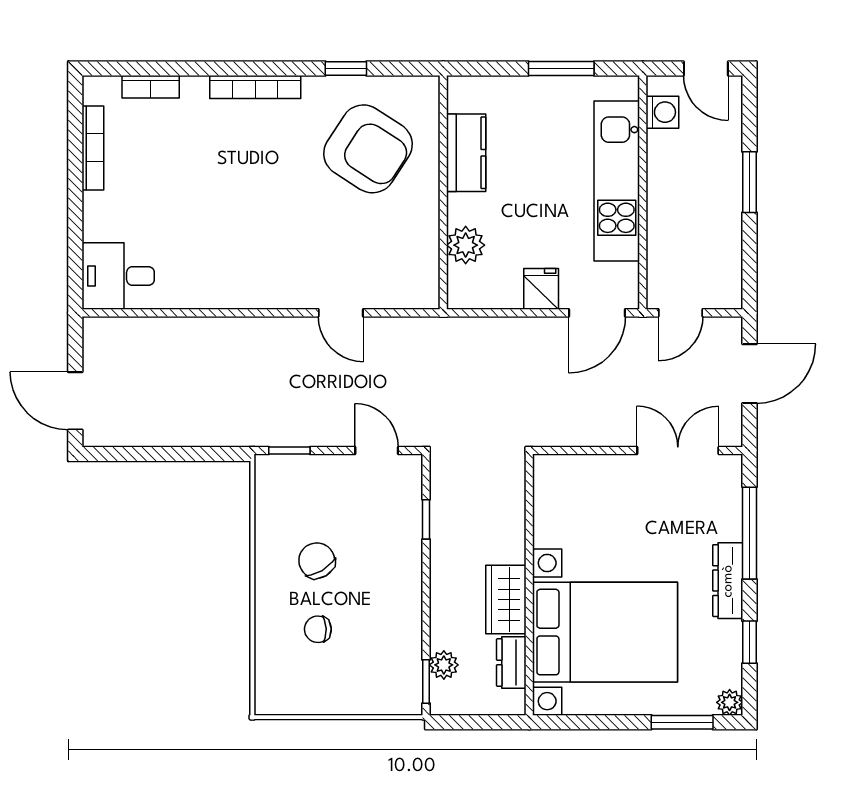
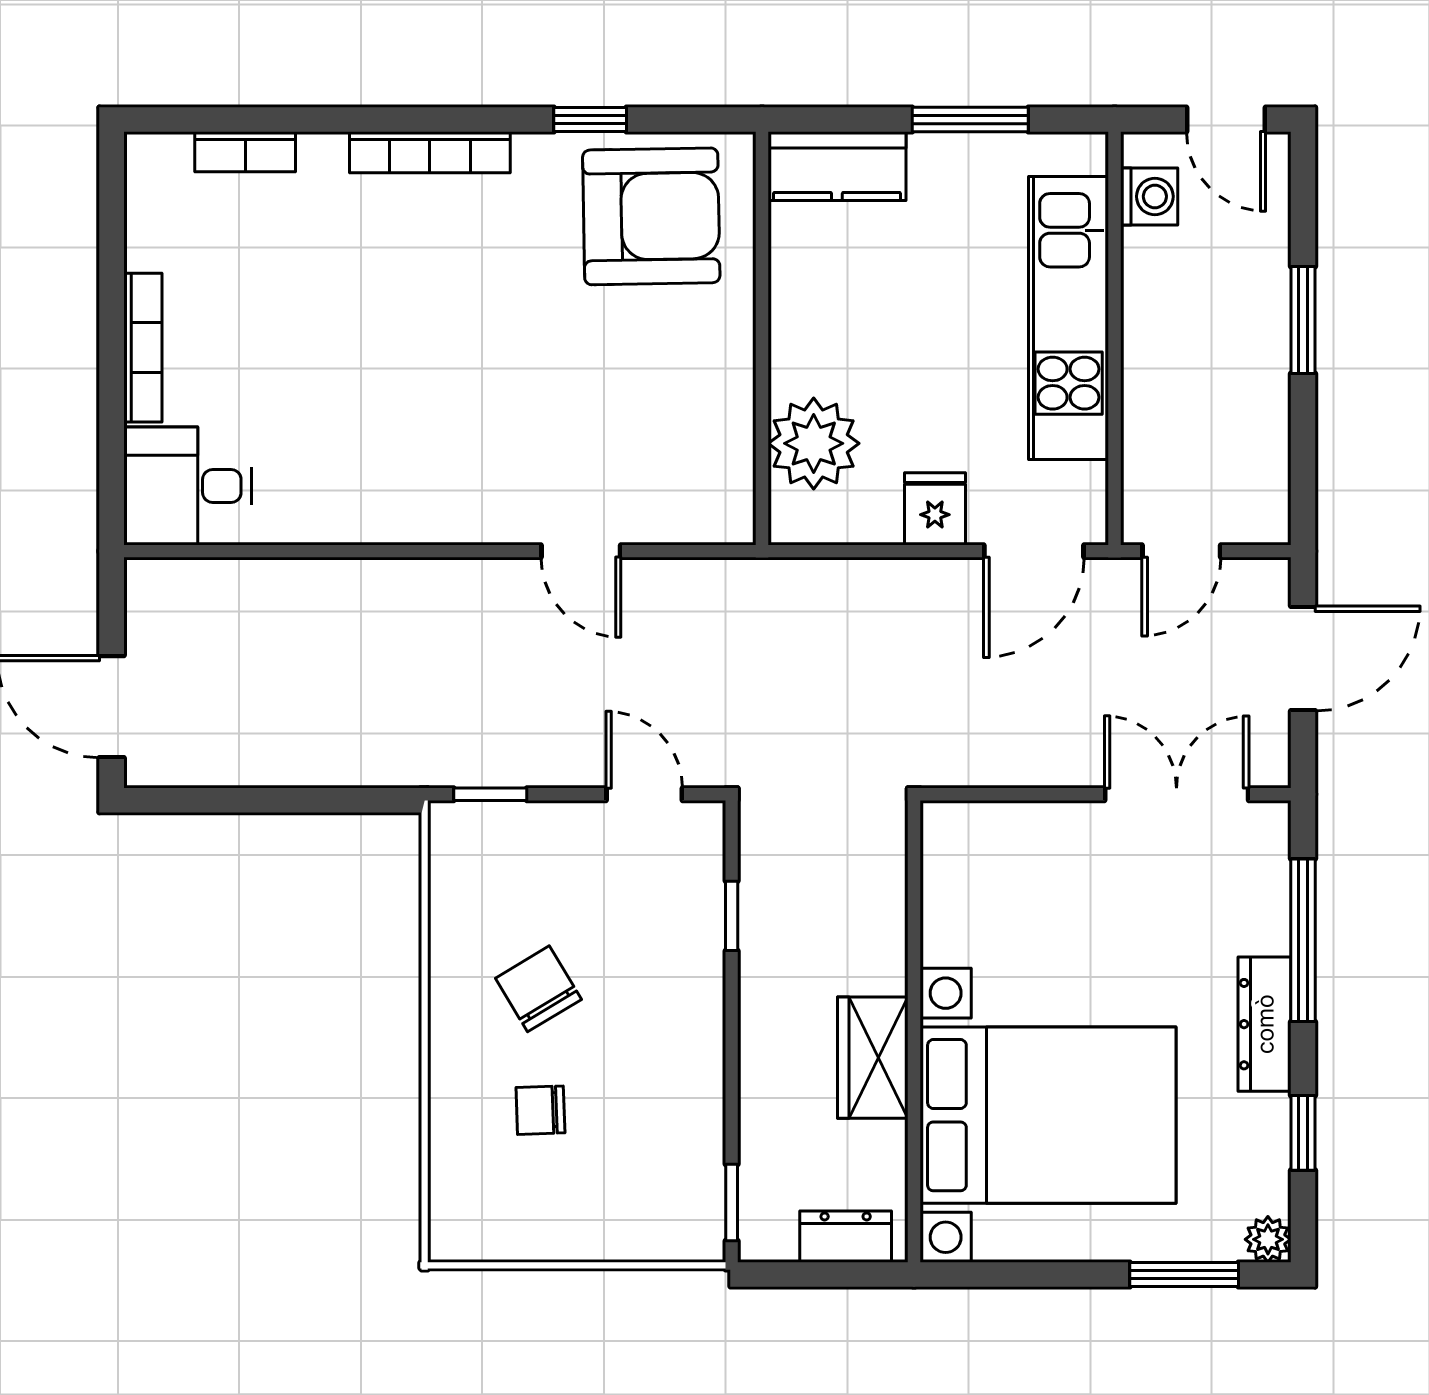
bookcase: (93, 148) -> (143, 348), moved
armchair: (368, 149) -> (651, 216), moved, turned -34
kitchen counter: (466, 153) -> (837, 166), moved, turned 90
plant: (466, 245) -> (814, 443), width x1.36, depth x1.36
dresser: (511, 662) -> (846, 1237), moved, turned 90
plant: (444, 665) -> (763, 1173), removed

